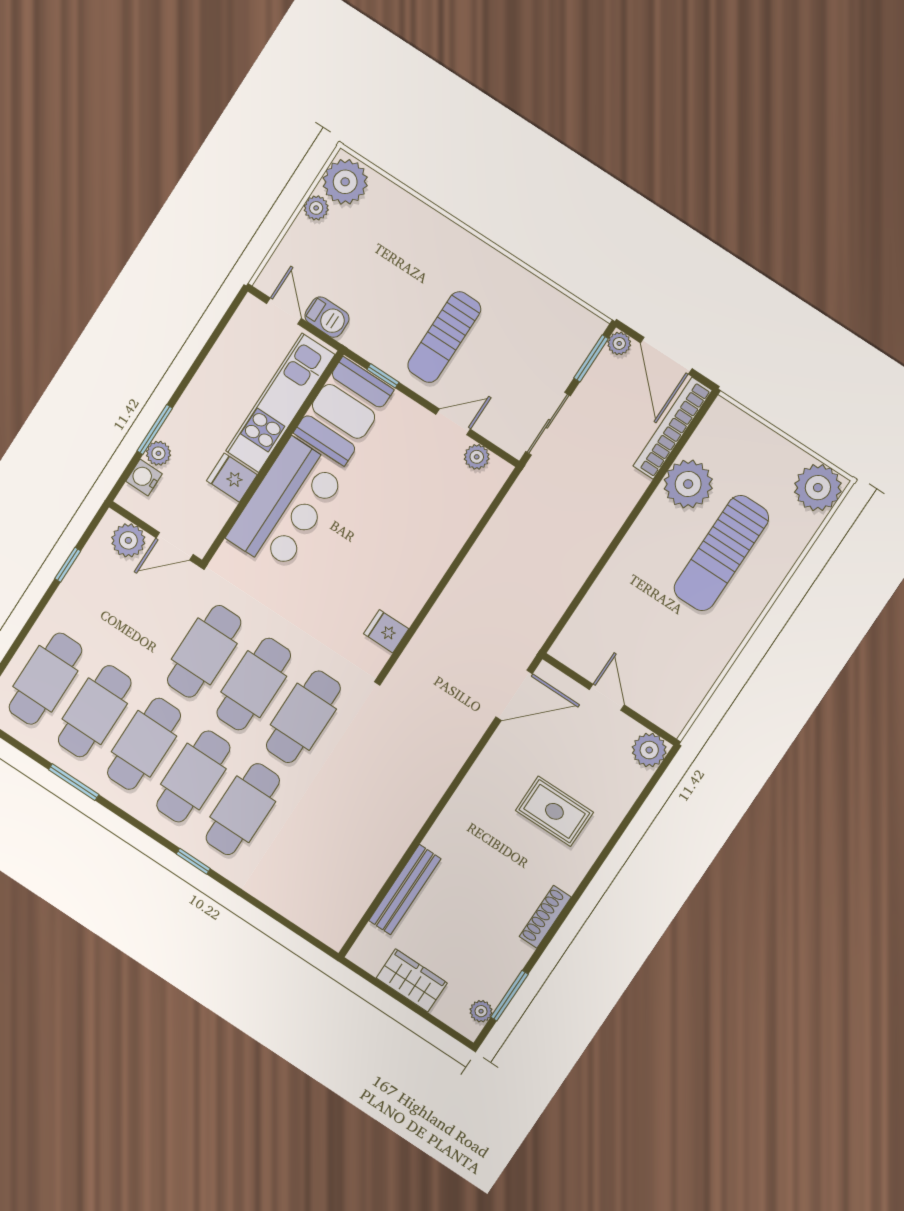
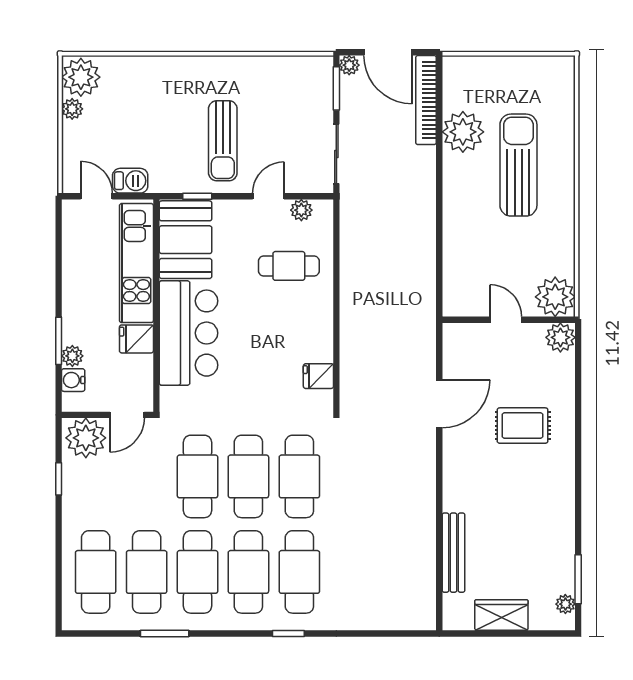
plant: (818, 488) -> (555, 297), moved
cafe table: (428, 504) -> (289, 266), added
plant: (128, 540) -> (86, 438), width x1.36, depth x1.36
sun lounger: (721, 553) -> (518, 165), turned 180
door: (514, 695) -> (439, 404), moved
shoe rack: (545, 917) -> (566, 505), removed

